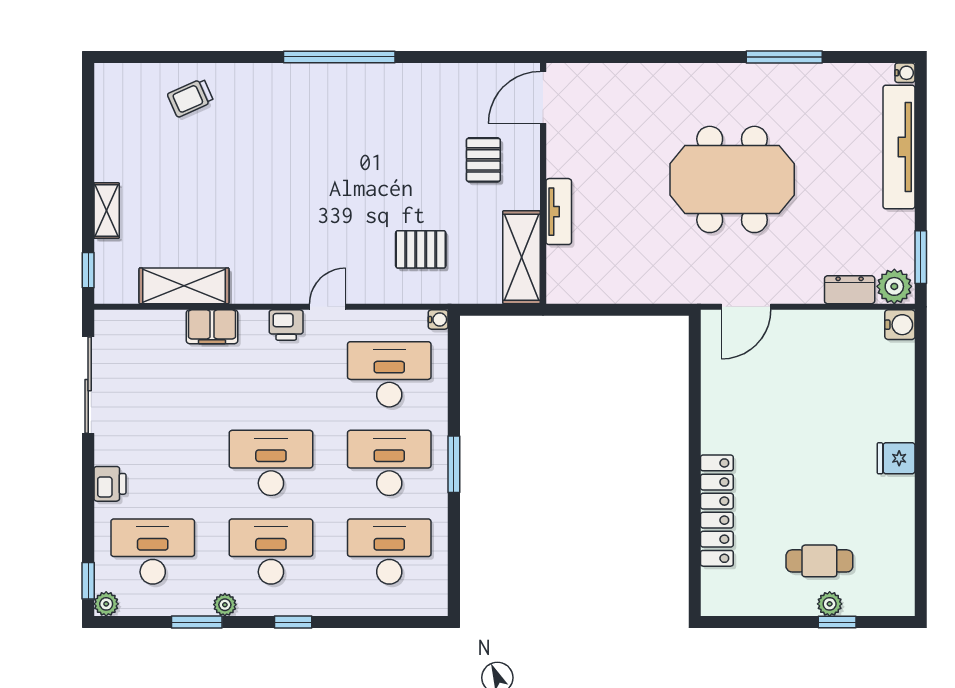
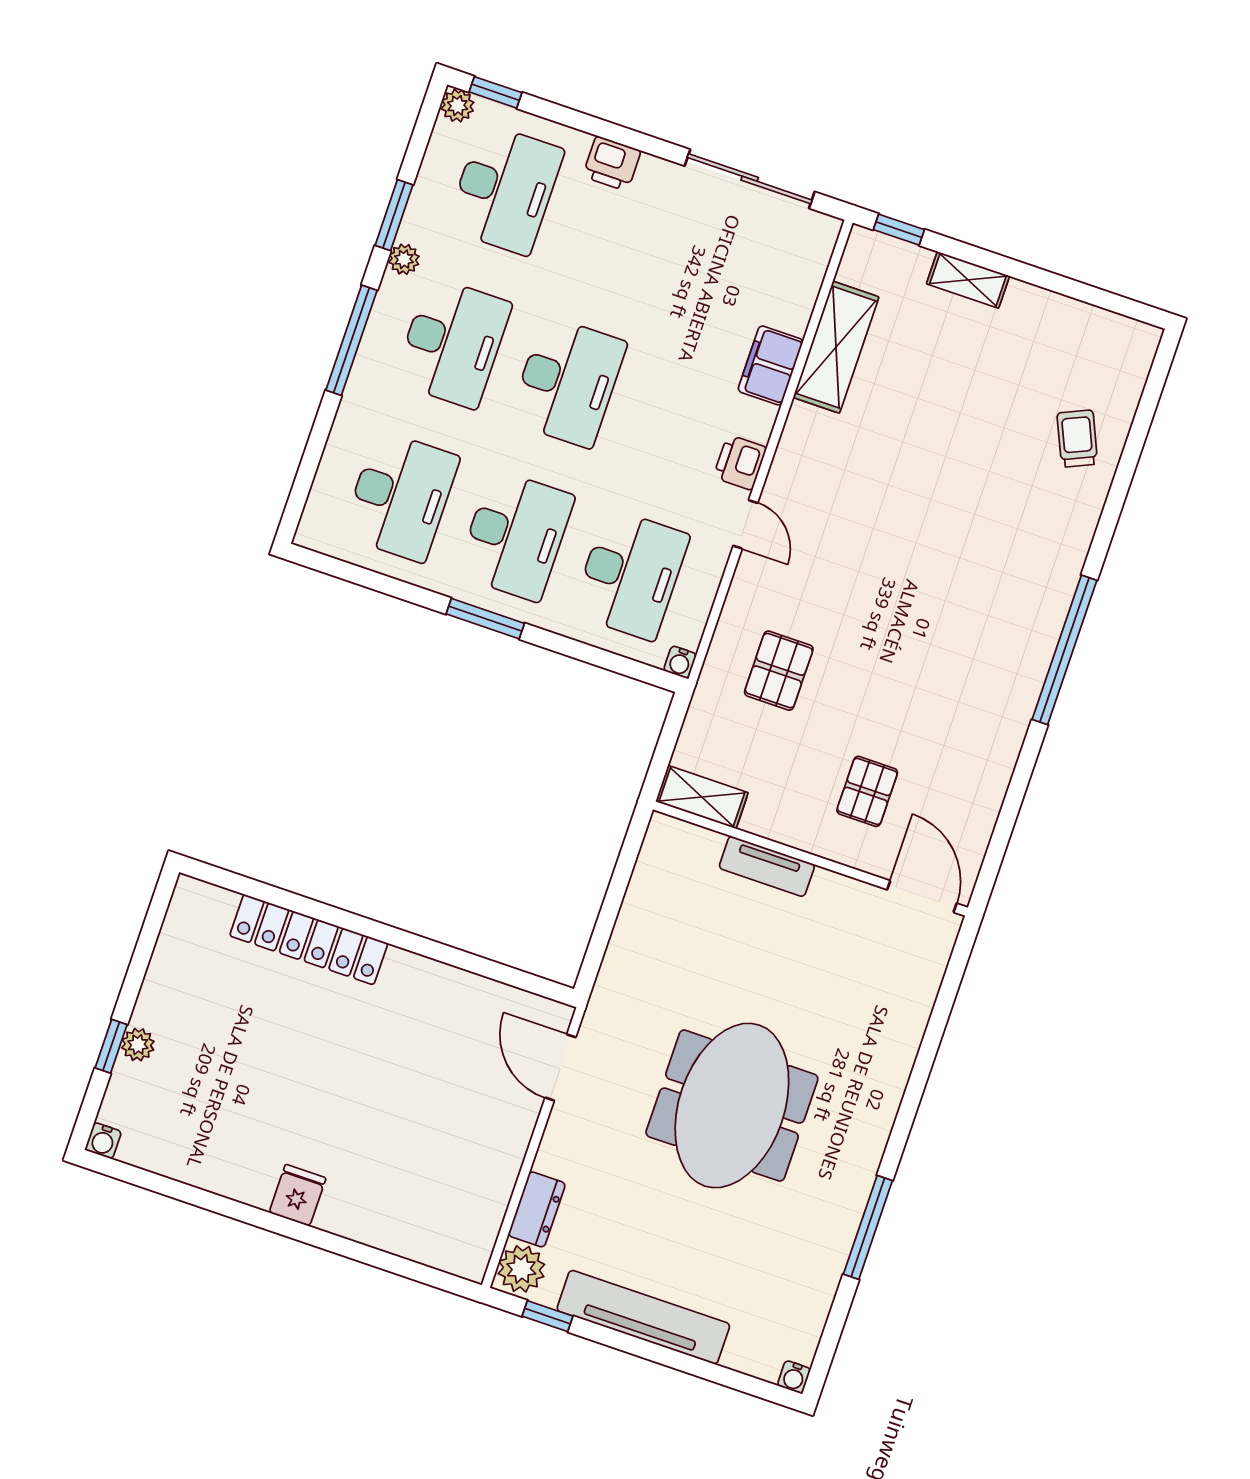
tv unit: (899, 147) -> (643, 1317), moved
pallet: (483, 160) -> (867, 791), turned 90
shelving: (521, 257) -> (702, 797), width x0.67, depth x0.75
window: (921, 257) -> (548, 1316), width x0.67
water cooler: (900, 325) -> (103, 1141), moved, width x0.72, depth x0.72
cafe table: (819, 561) -> (198, 1050), removed
window: (293, 622) -> (351, 340), width x2.17

